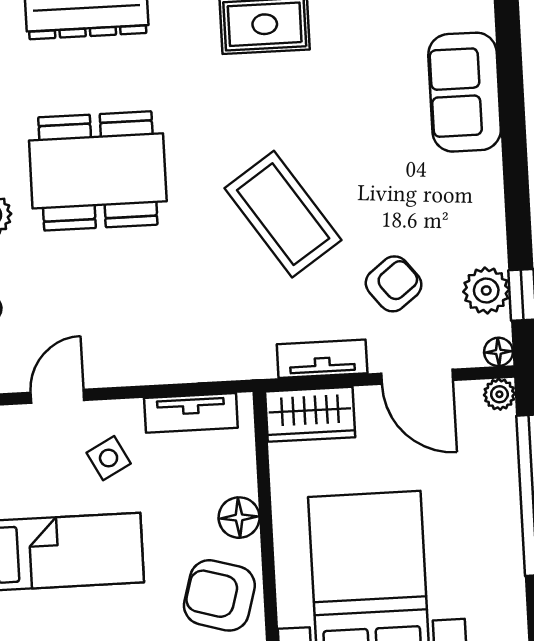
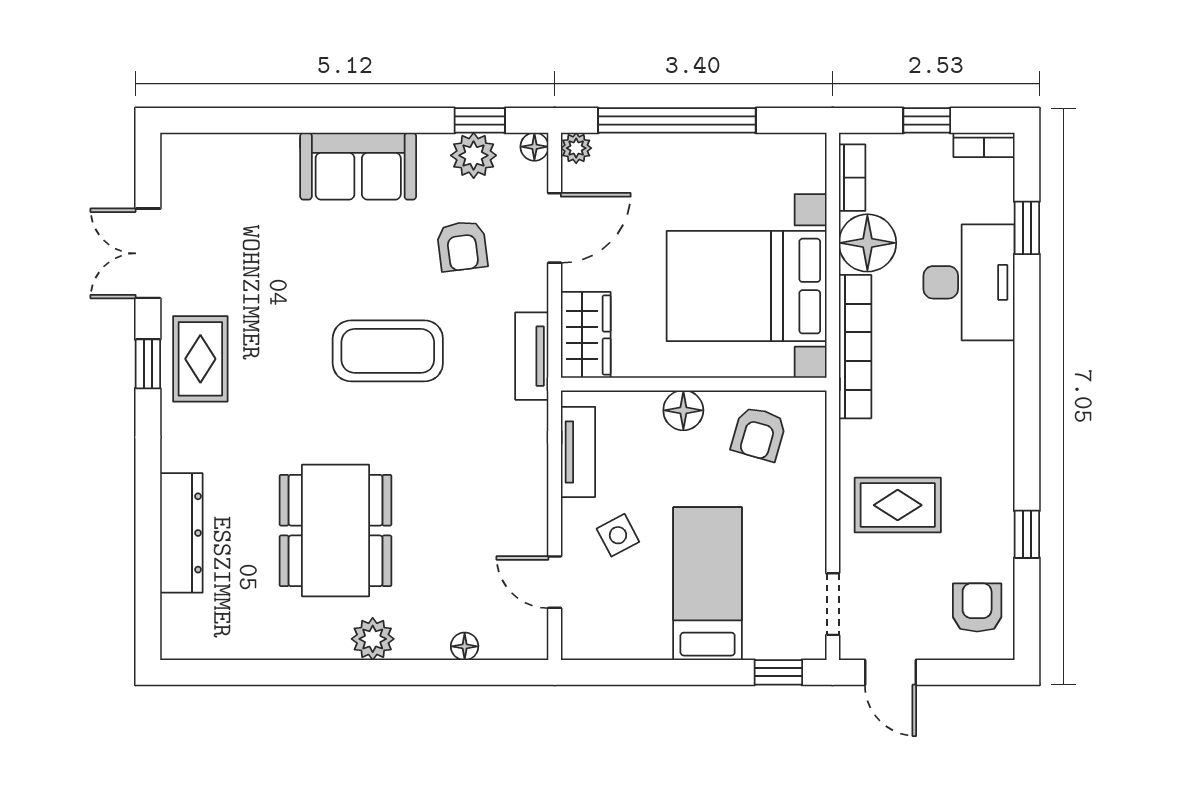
sofa: (465, 92) -> (358, 166), moved
coffee table: (283, 214) -> (388, 351), turned 34
armchair: (394, 284) -> (462, 246), turned -149
tv unit: (322, 359) -> (532, 356), moved
armchair: (219, 595) -> (759, 434), width x0.72, depth x0.72

